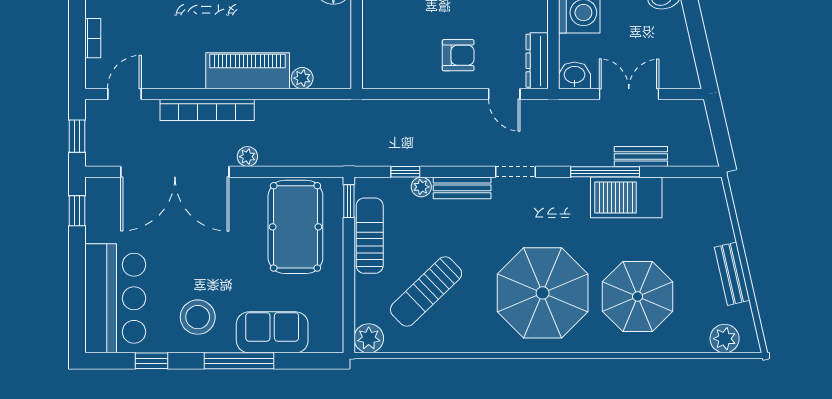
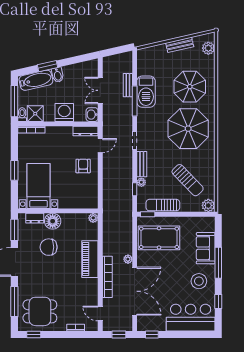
plant: (302, 78) -> (93, 218), moved

